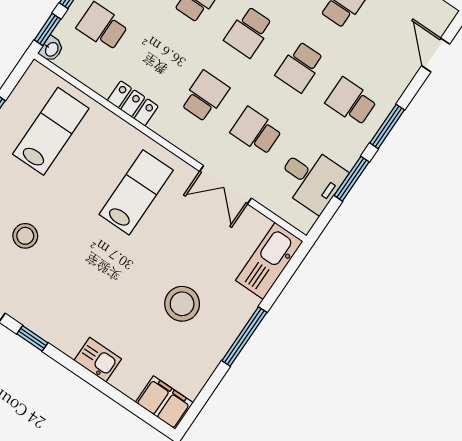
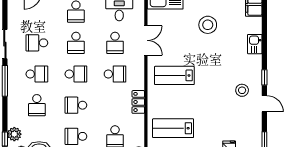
school desk: (300, 67) -> (76, 43), turned 90
school desk: (205, 96) -> (115, 74), turned 180
stool: (25, 236) -> (242, 90), moved

